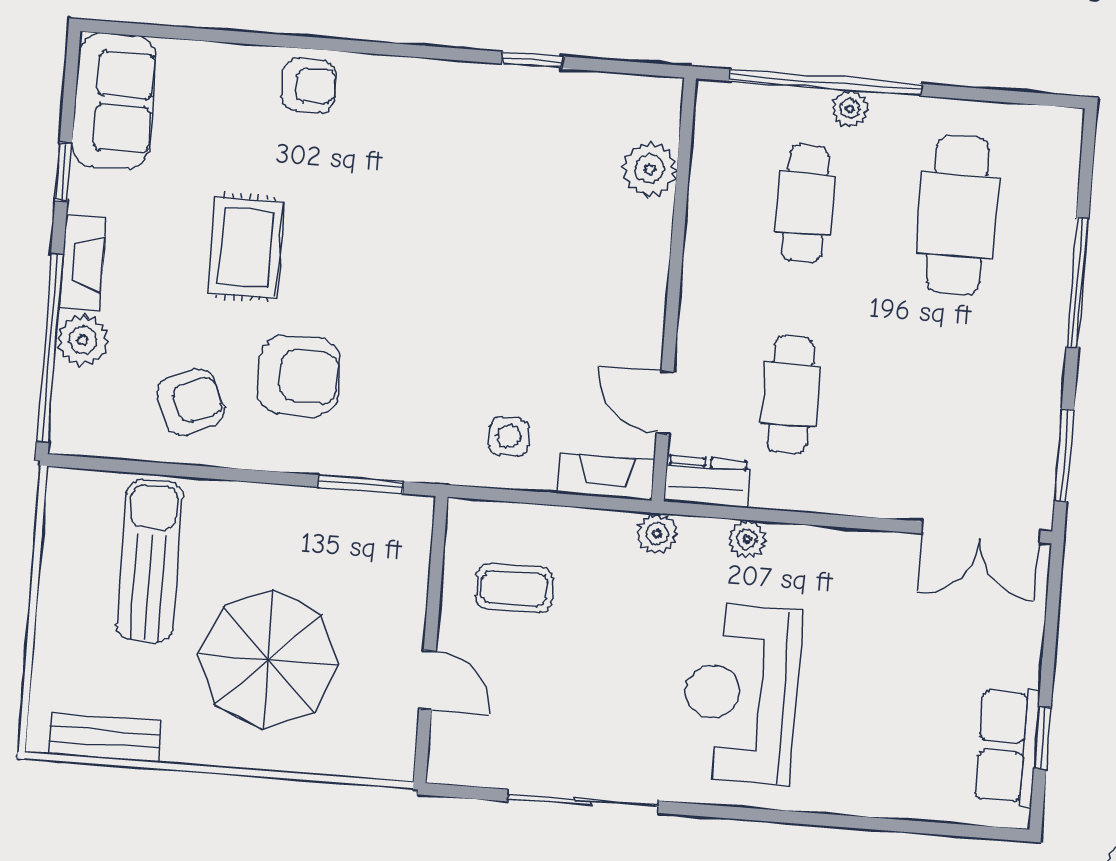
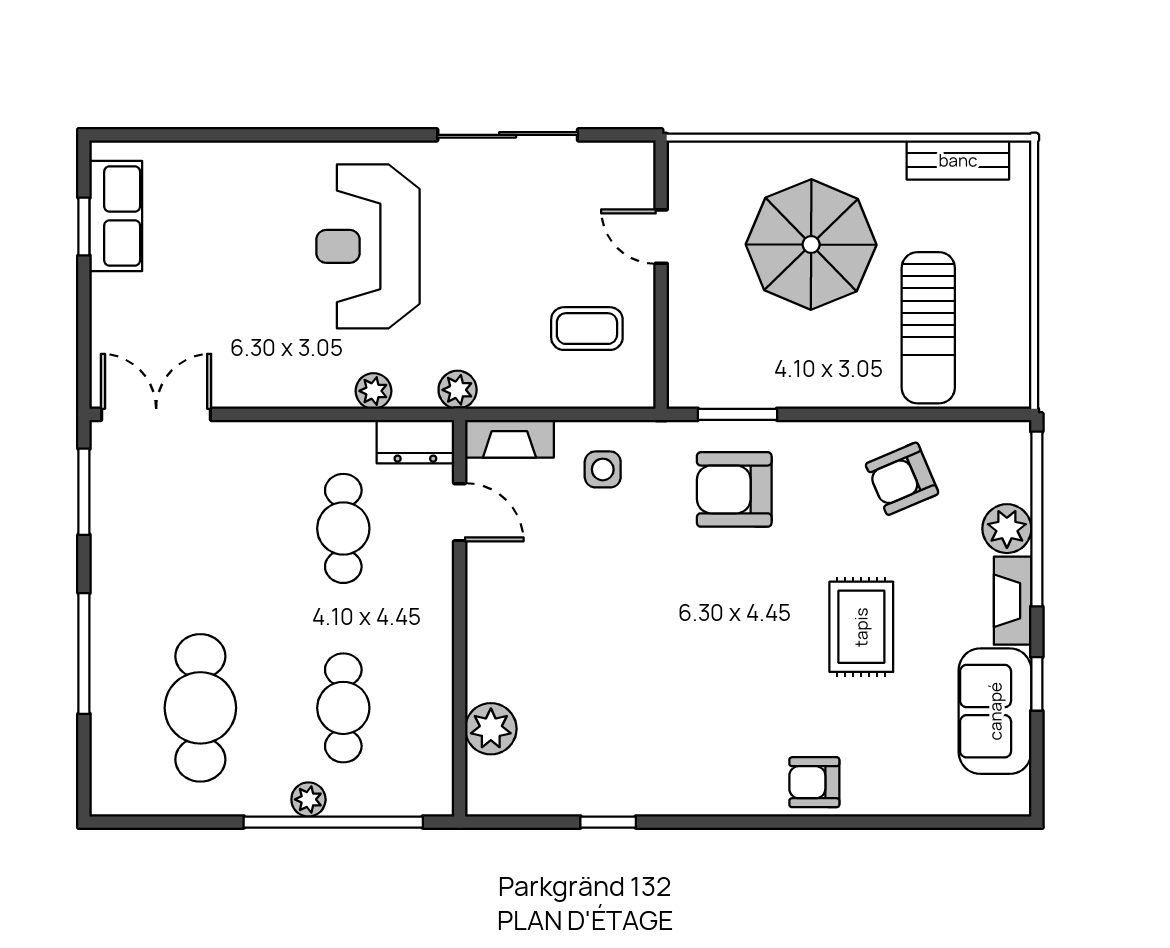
sofa: (114, 101) -> (995, 711), moved
armchair: (299, 376) -> (734, 489), moved
reception desk: (741, 694) -> (368, 246), turned 180

